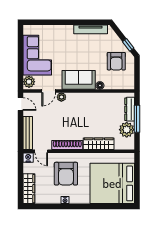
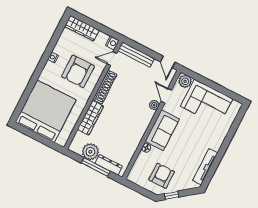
armchair: (116, 61) -> (162, 176), turned 90
door: (20, 104) -> (168, 62), hinge flipped
armchair: (66, 174) -> (78, 71), turned -90

